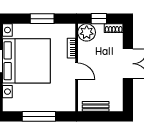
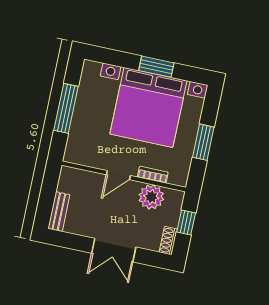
plant: (87, 32) -> (151, 197), moved
bench: (96, 106) -> (59, 212), moved

